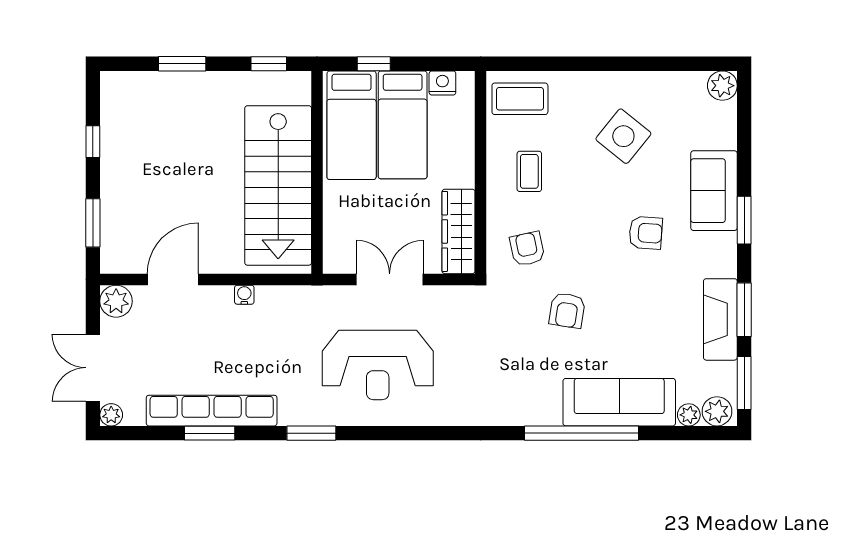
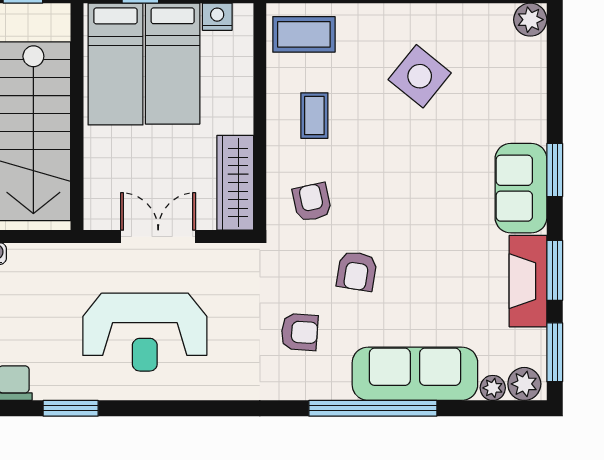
sofa: (714, 191) -> (521, 188), moved
armchair: (646, 233) -> (300, 332), moved

